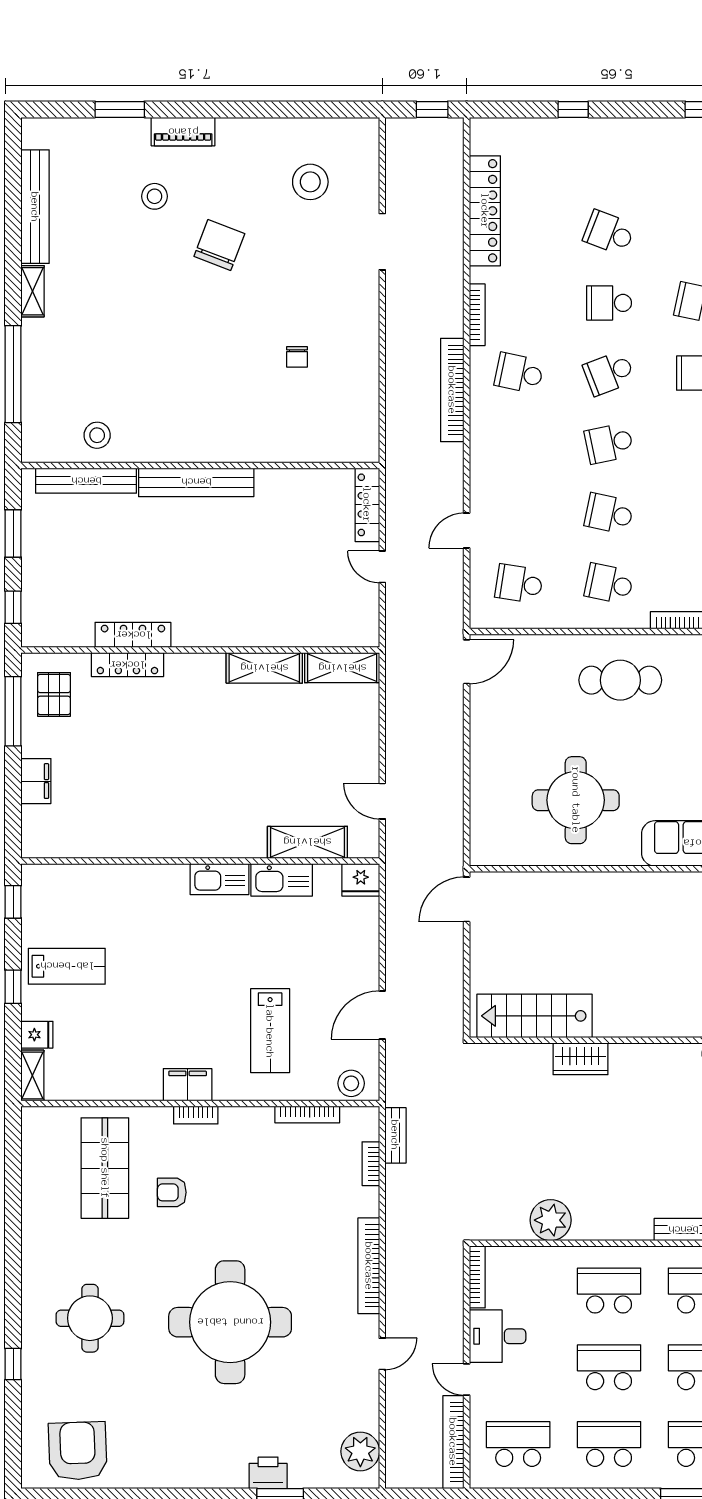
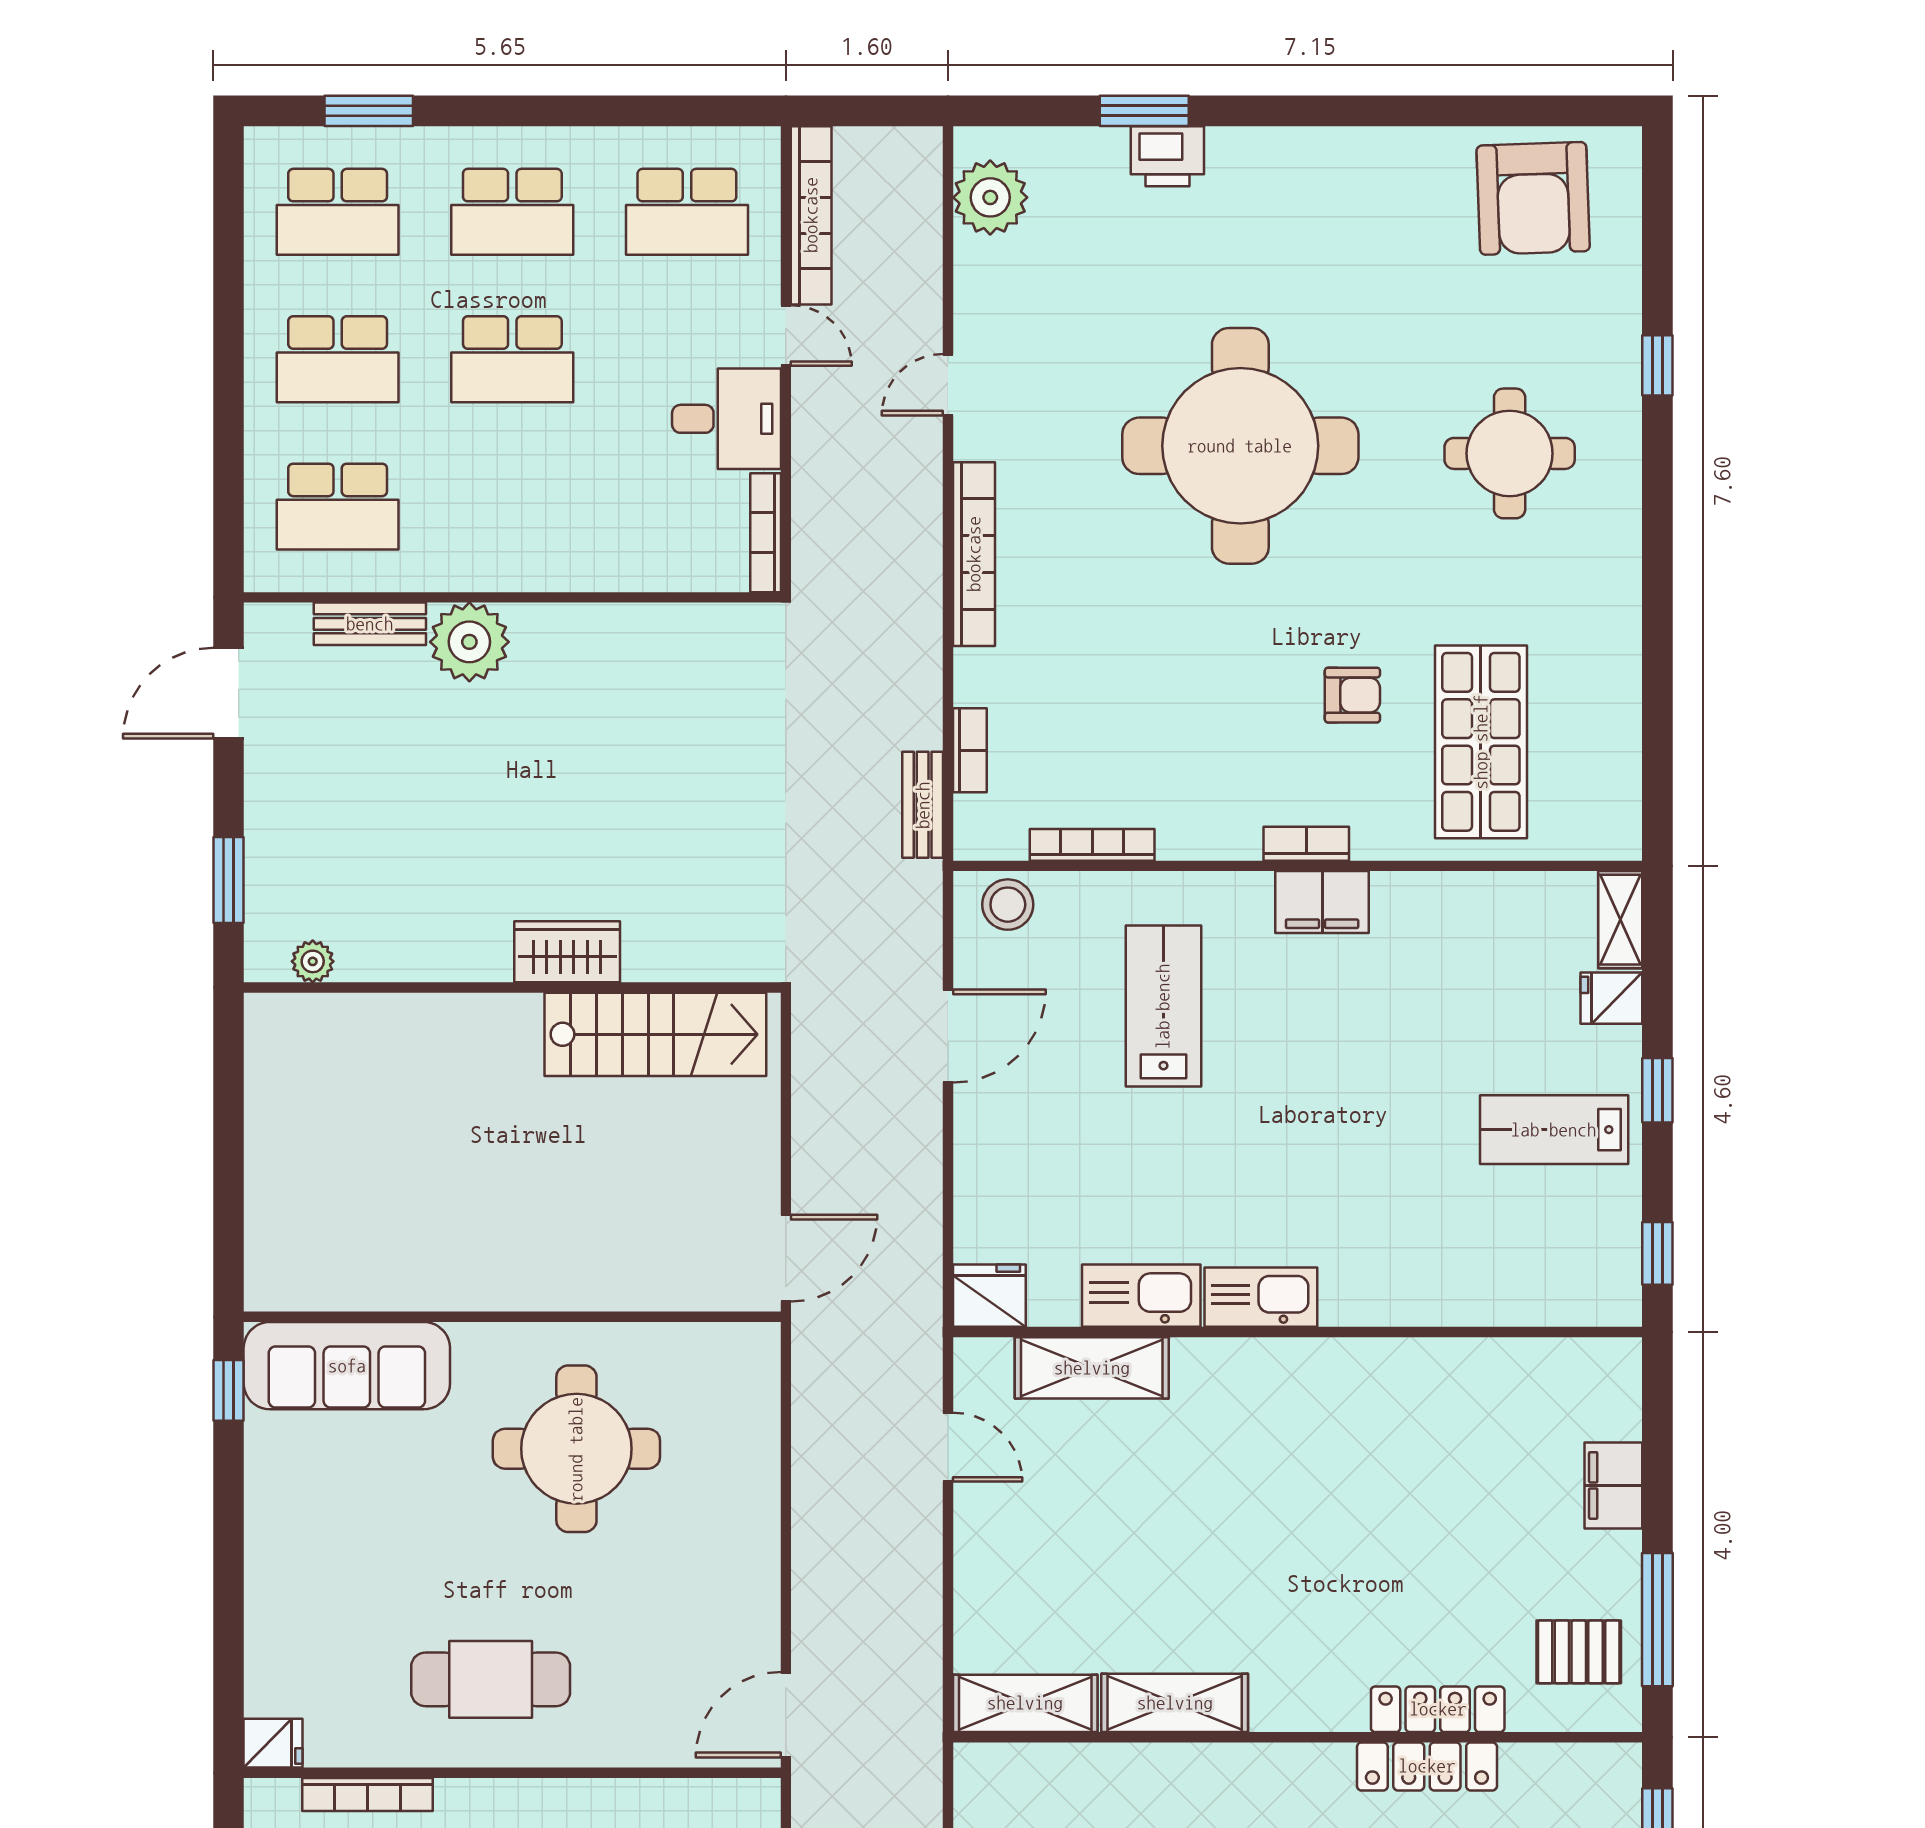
pallet: (54, 694) -> (1579, 1652), turned 90
plant: (551, 1220) -> (469, 642), moved
school desk: (609, 1291) -> (512, 507), removed

